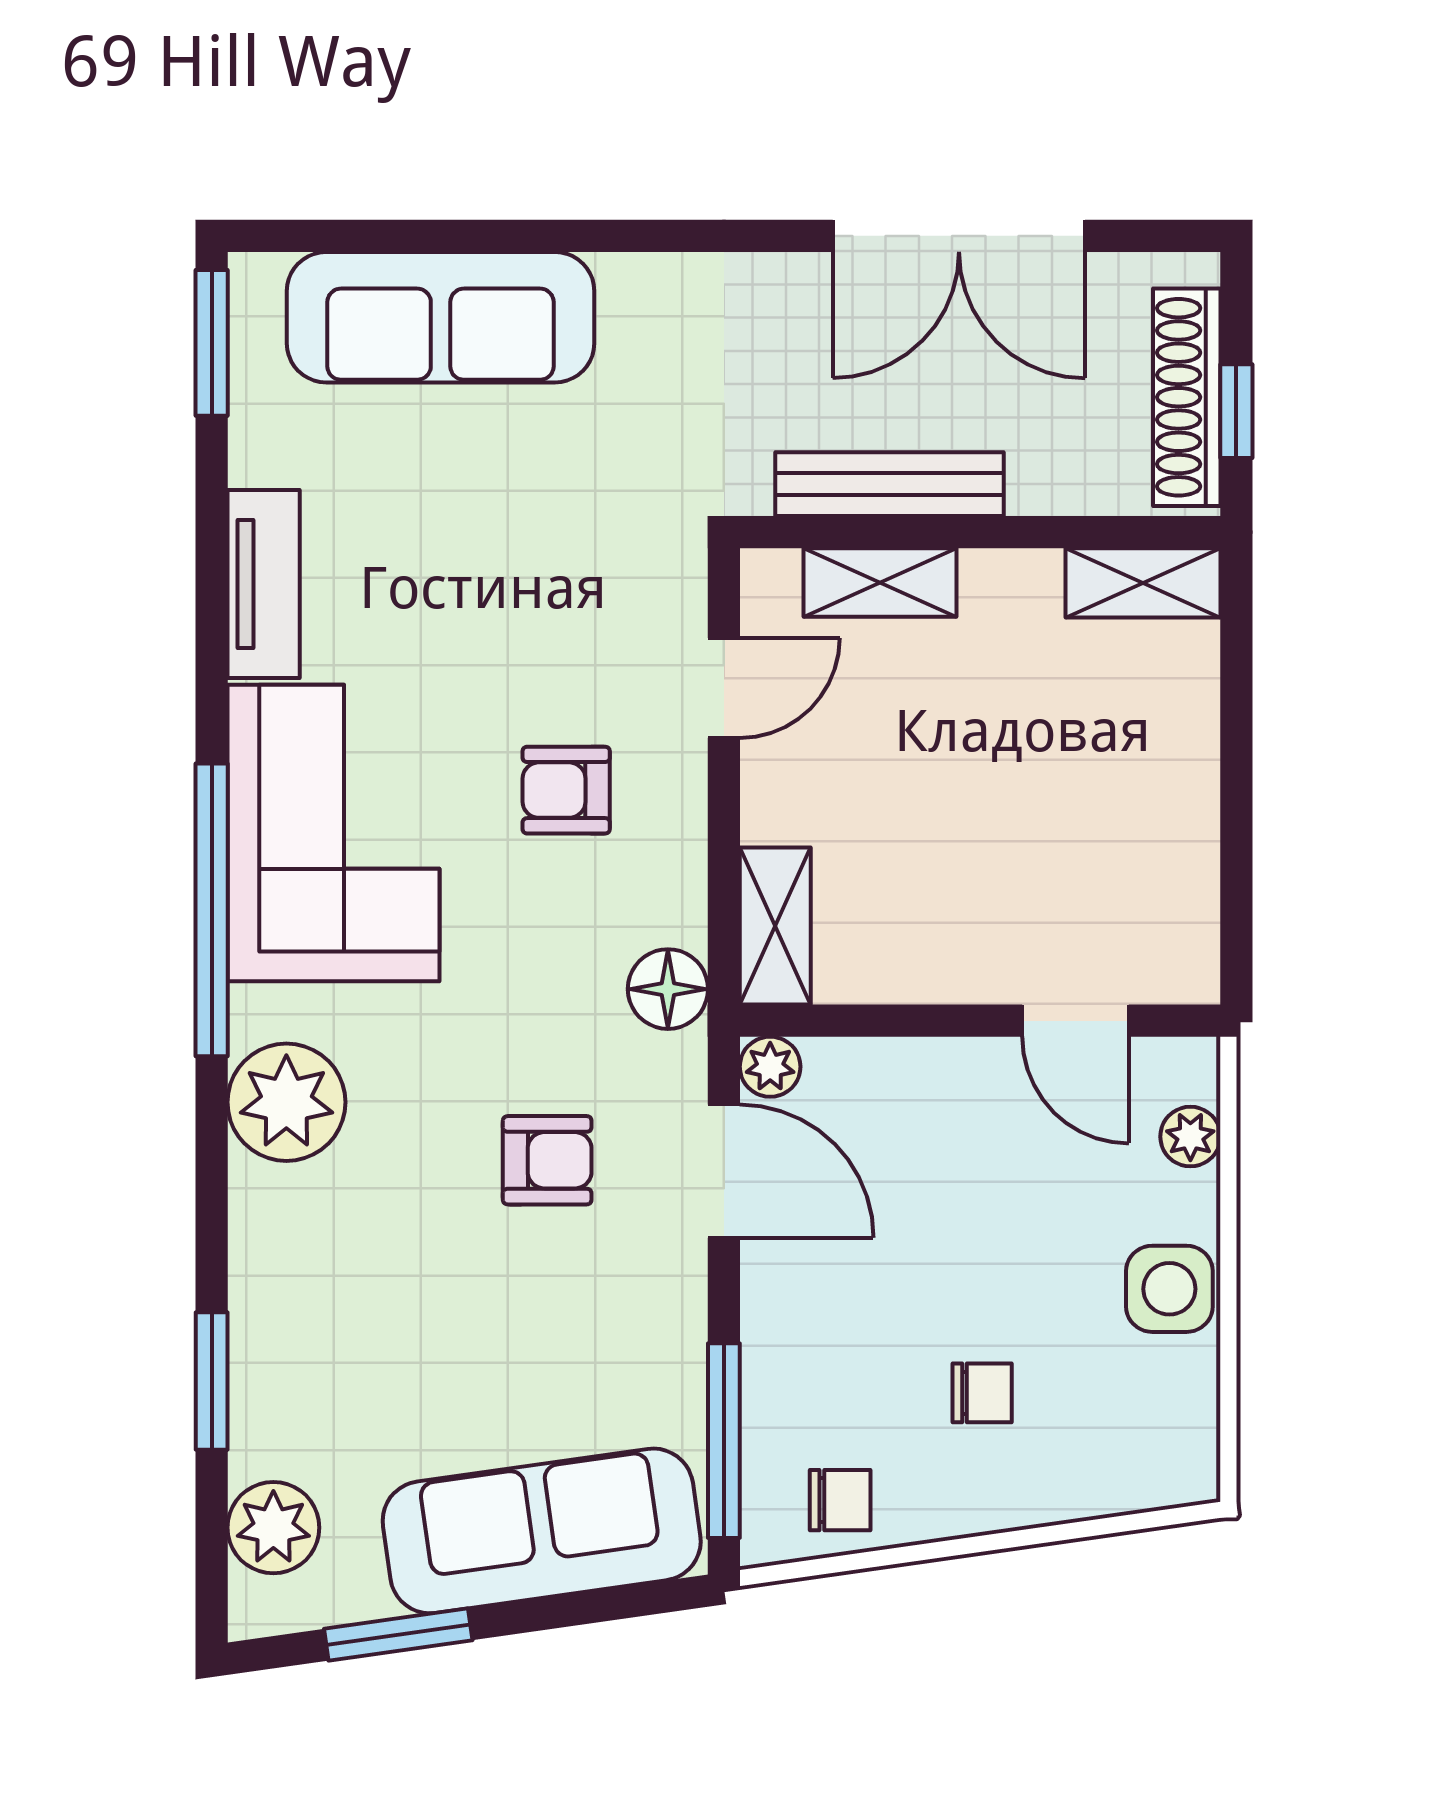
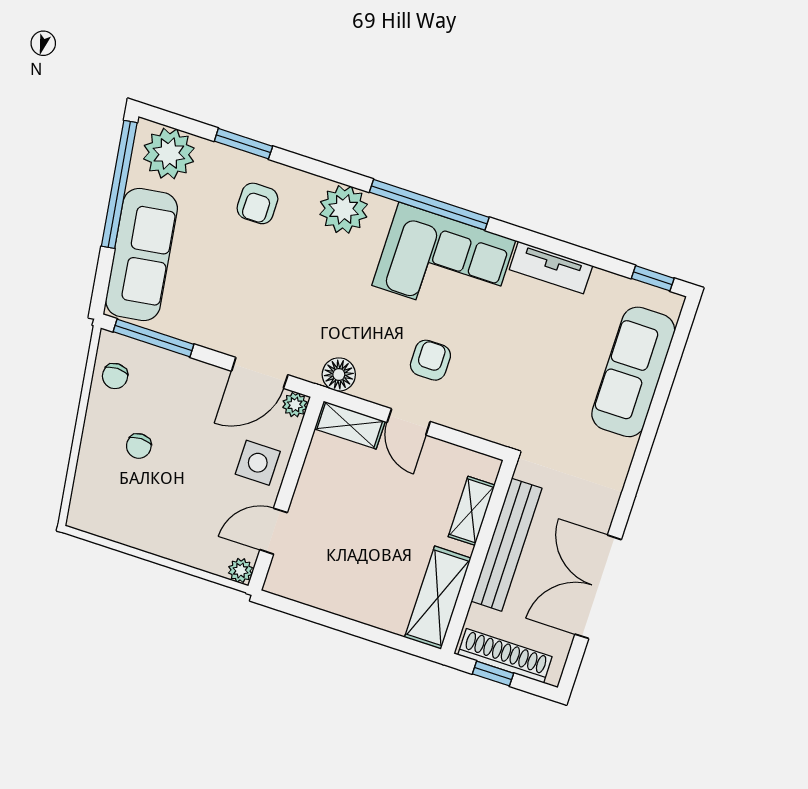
window: (212, 343) -> (653, 278), width x0.67
bench: (890, 484) -> (506, 545), width x1.37, depth x1.21
shelving: (1143, 583) -> (438, 598), width x1.50, depth x1.33
door: (724, 688) -> (409, 422), moved
plant: (1190, 1137) -> (241, 570), moved
armchair: (547, 1160) -> (257, 203), moved
side table: (1169, 1289) -> (258, 463), moved
plant: (273, 1528) -> (169, 154), width x1.36, depth x1.36
window: (398, 1635) -> (119, 184), width x2.11

